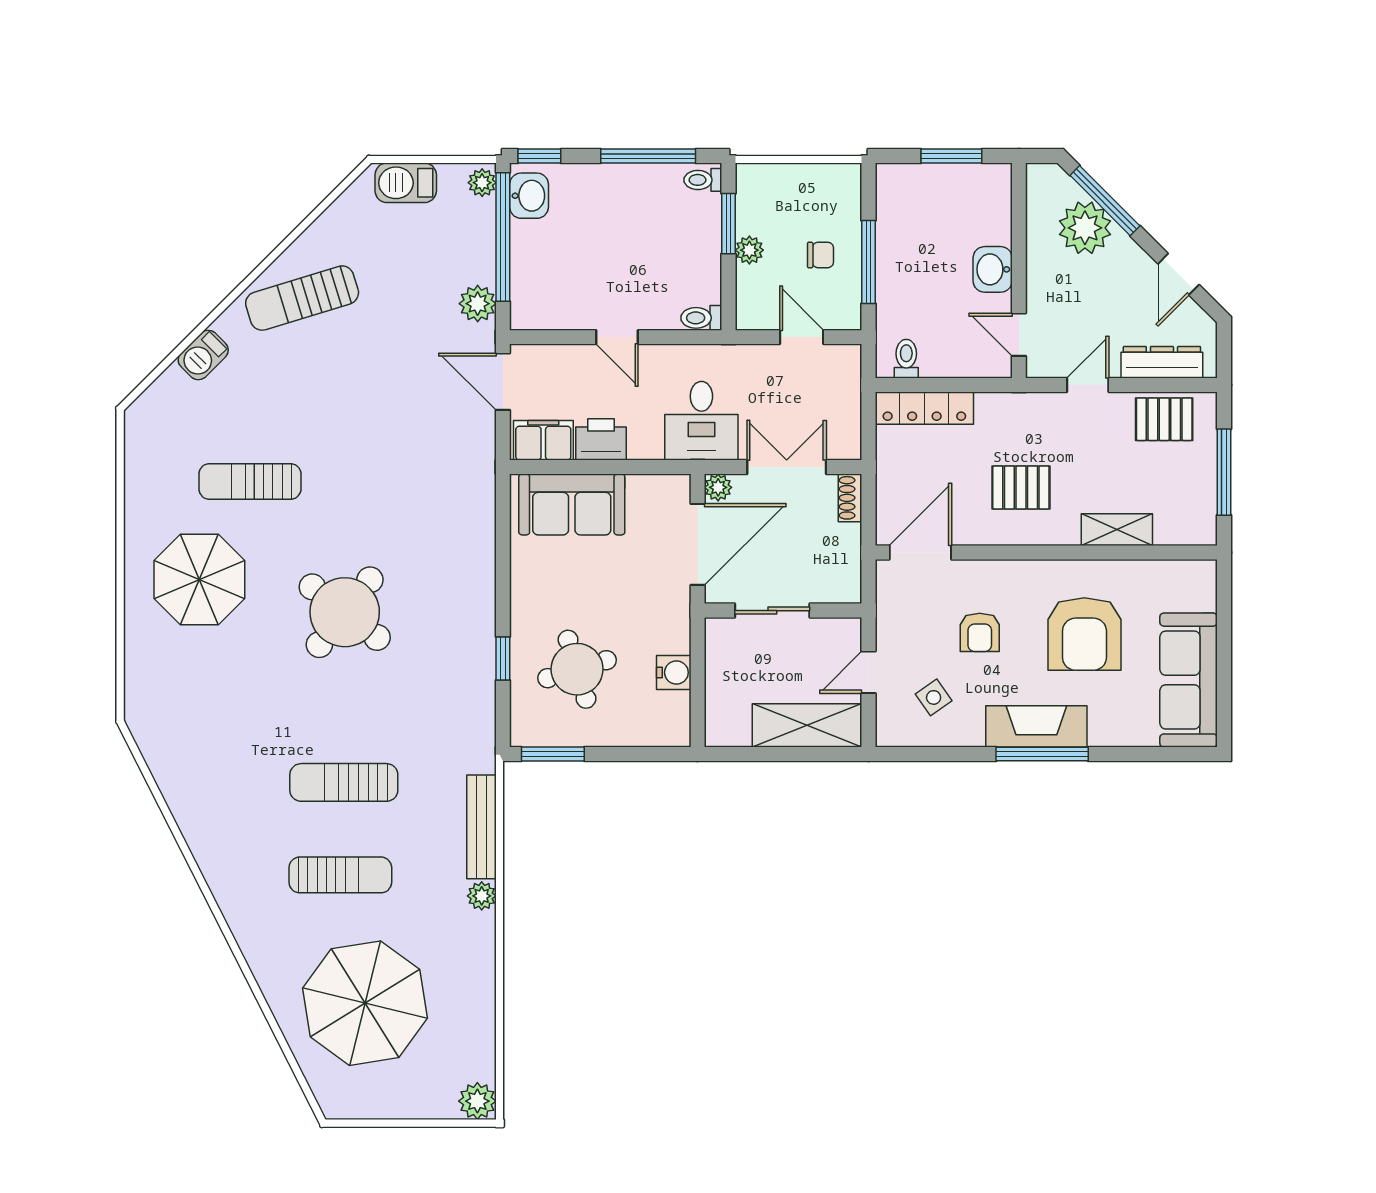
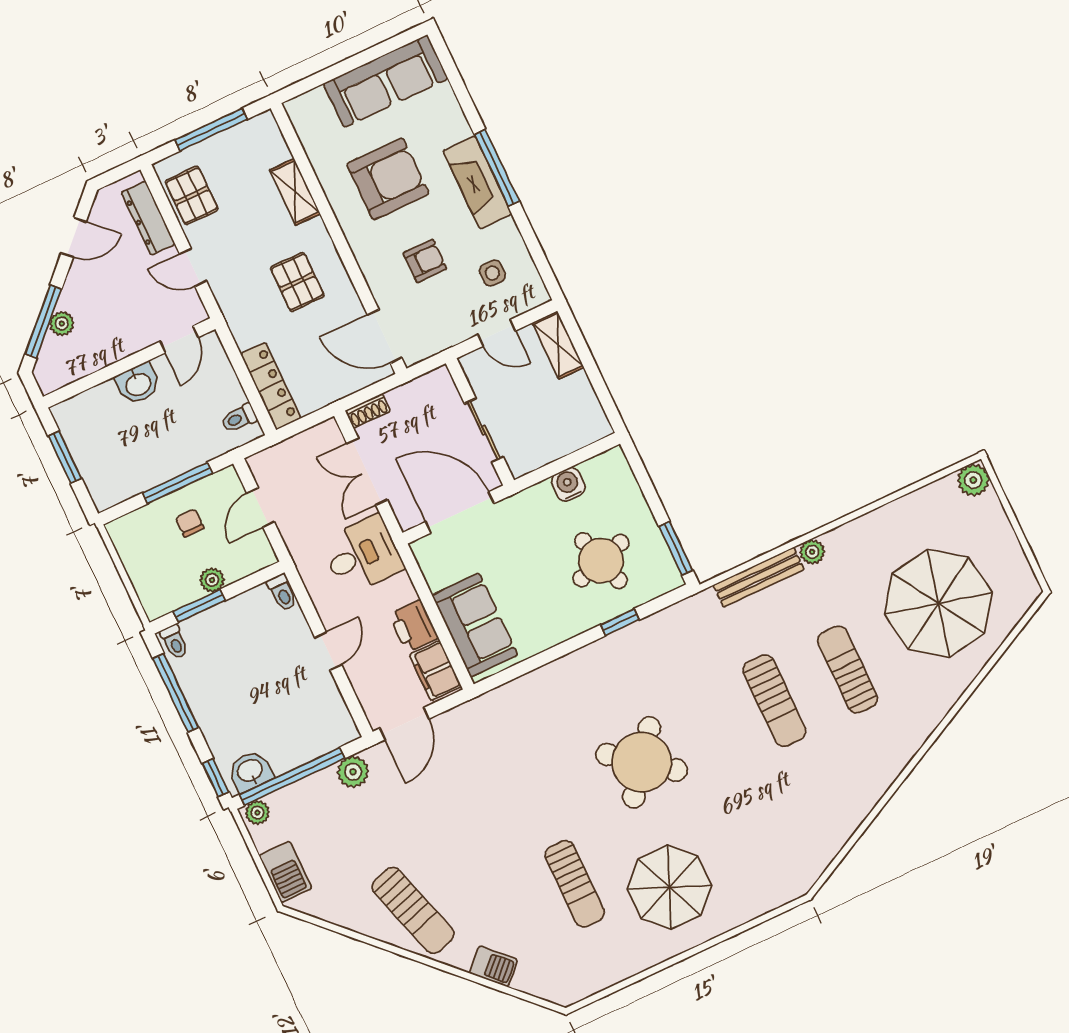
plant: (1085, 228) -> (62, 324), width x0.53, depth x0.53
plant: (718, 487) -> (408, 517), removed
side table: (934, 697) -> (492, 273), turned 35
shelving: (807, 725) -> (558, 345), width x0.67, depth x0.75

